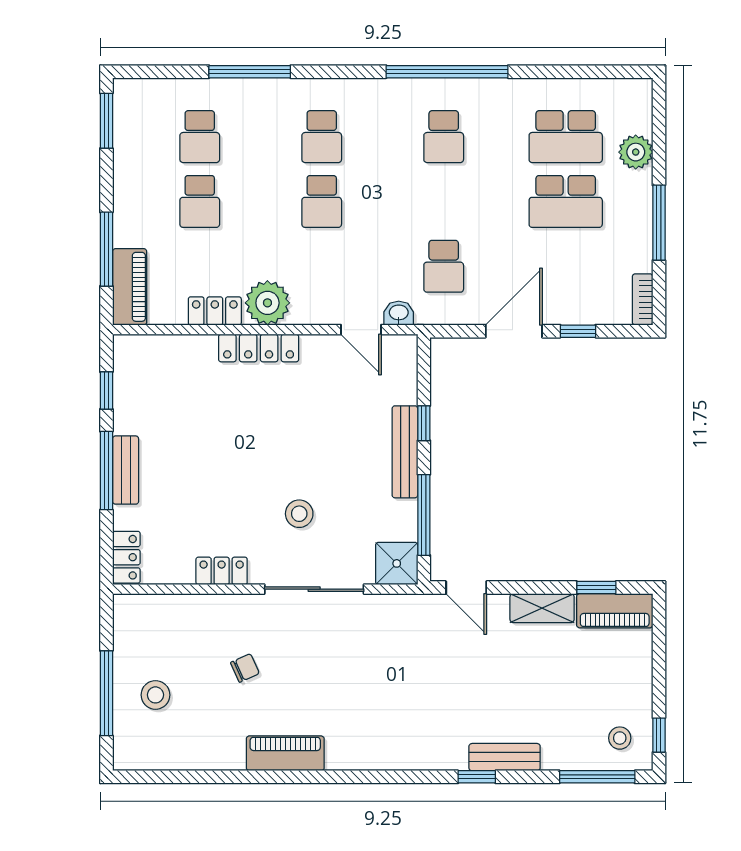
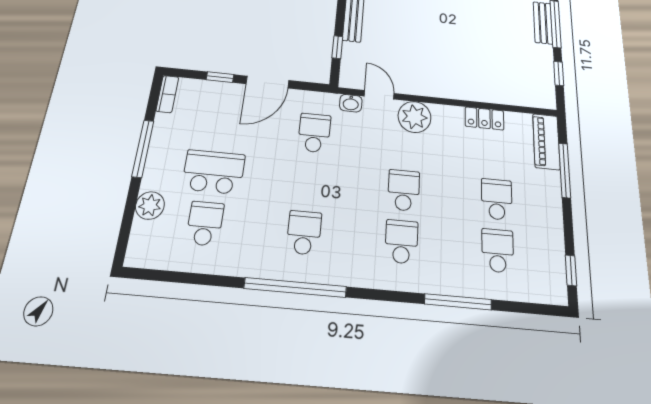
window: (106, 121) -> (571, 270), width x0.67
school desk: (566, 137) -> (205, 223), width x0.54
plant: (267, 303) -> (414, 117), moved
locker: (259, 348) -> (453, 90), removed
window: (424, 423) -> (337, 47), moved

